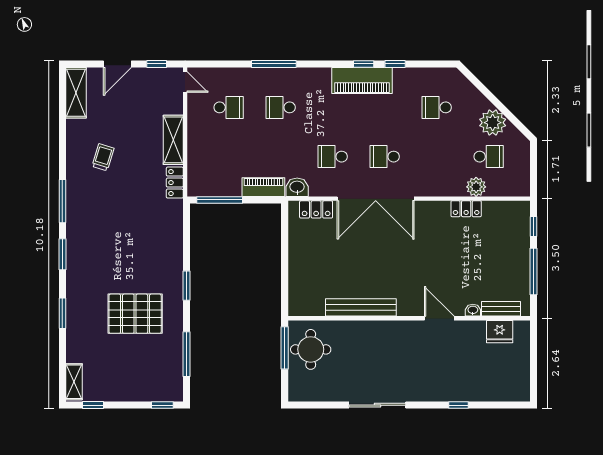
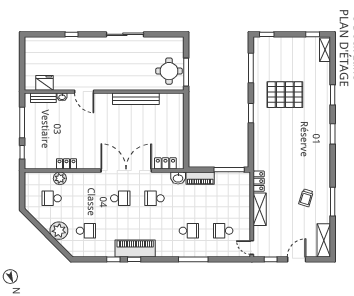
plant: (493, 123) -> (59, 231), moved
school desk: (333, 157) -> (155, 198), turned 180
window: (62, 201) -> (333, 202), moved

